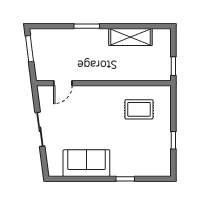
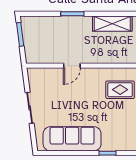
door: (63, 83) -> (72, 66), moved
sofa: (86, 163) -> (72, 139), width x1.36

